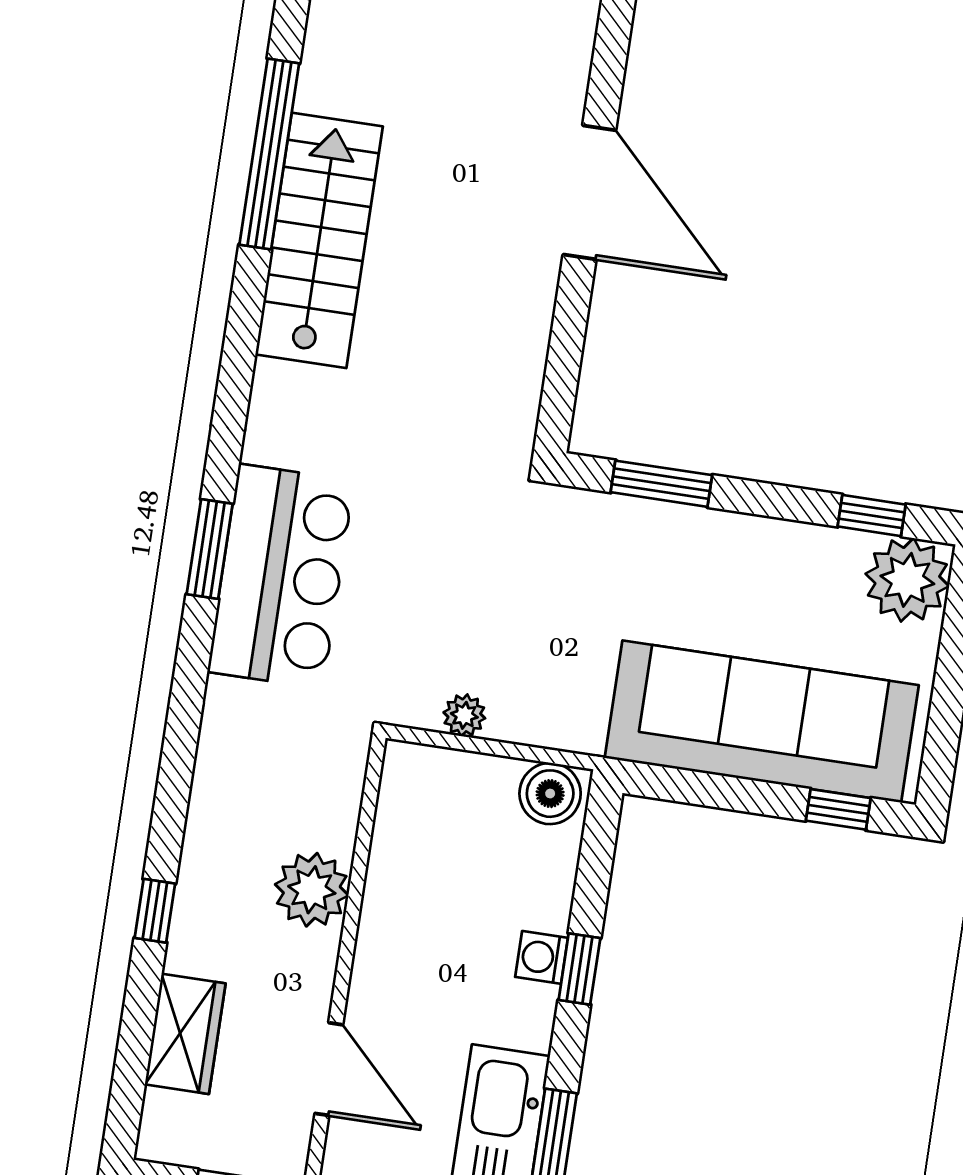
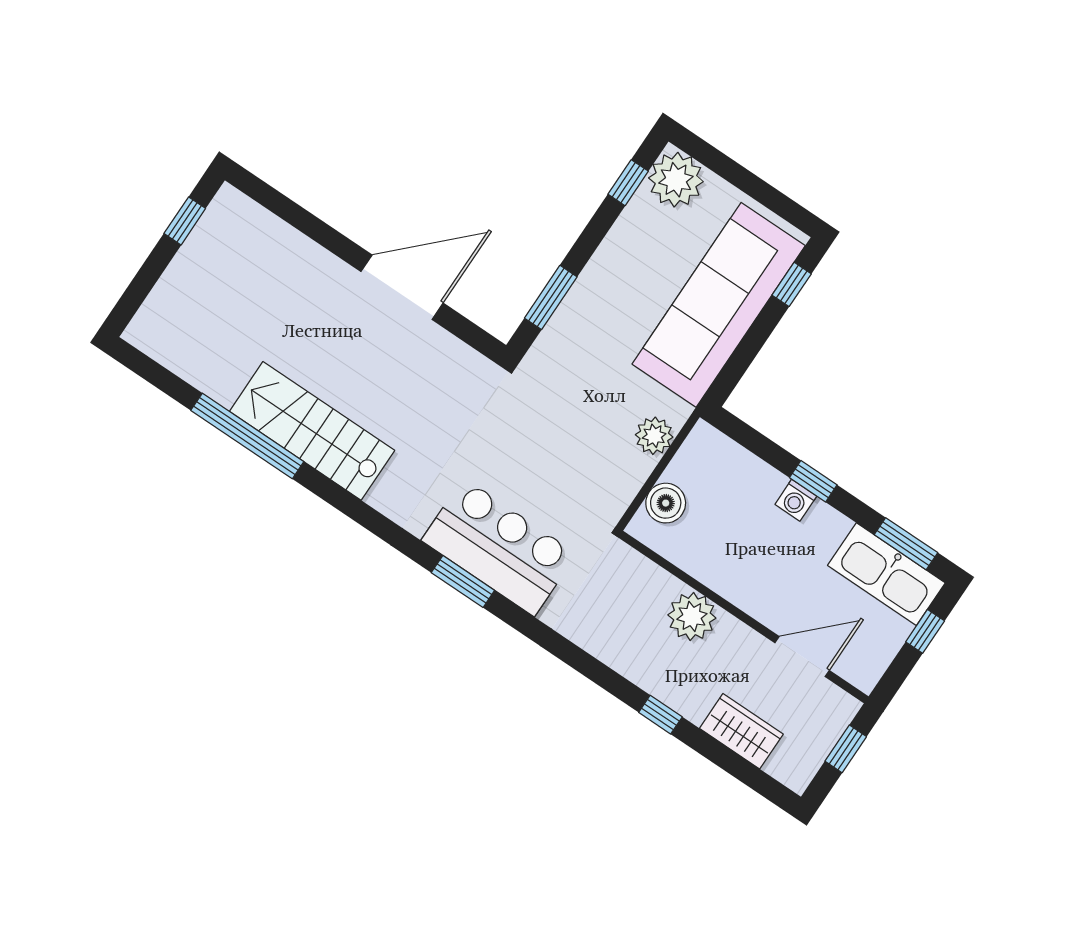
door: (589, 192) -> (402, 287), moved
plant: (464, 715) -> (654, 436), moved, width x1.38, depth x1.38
boiler: (550, 794) -> (666, 503), moved

